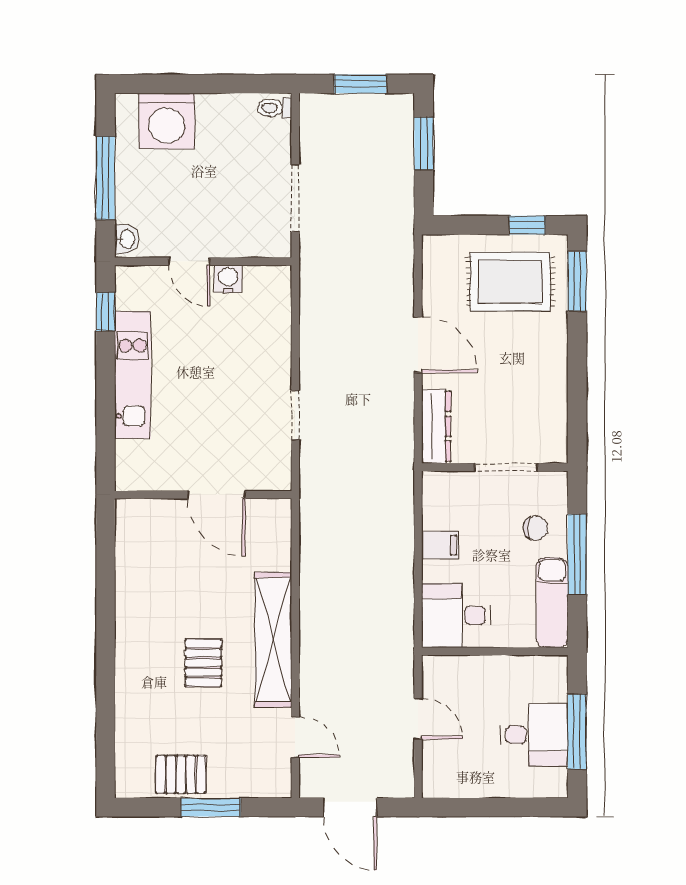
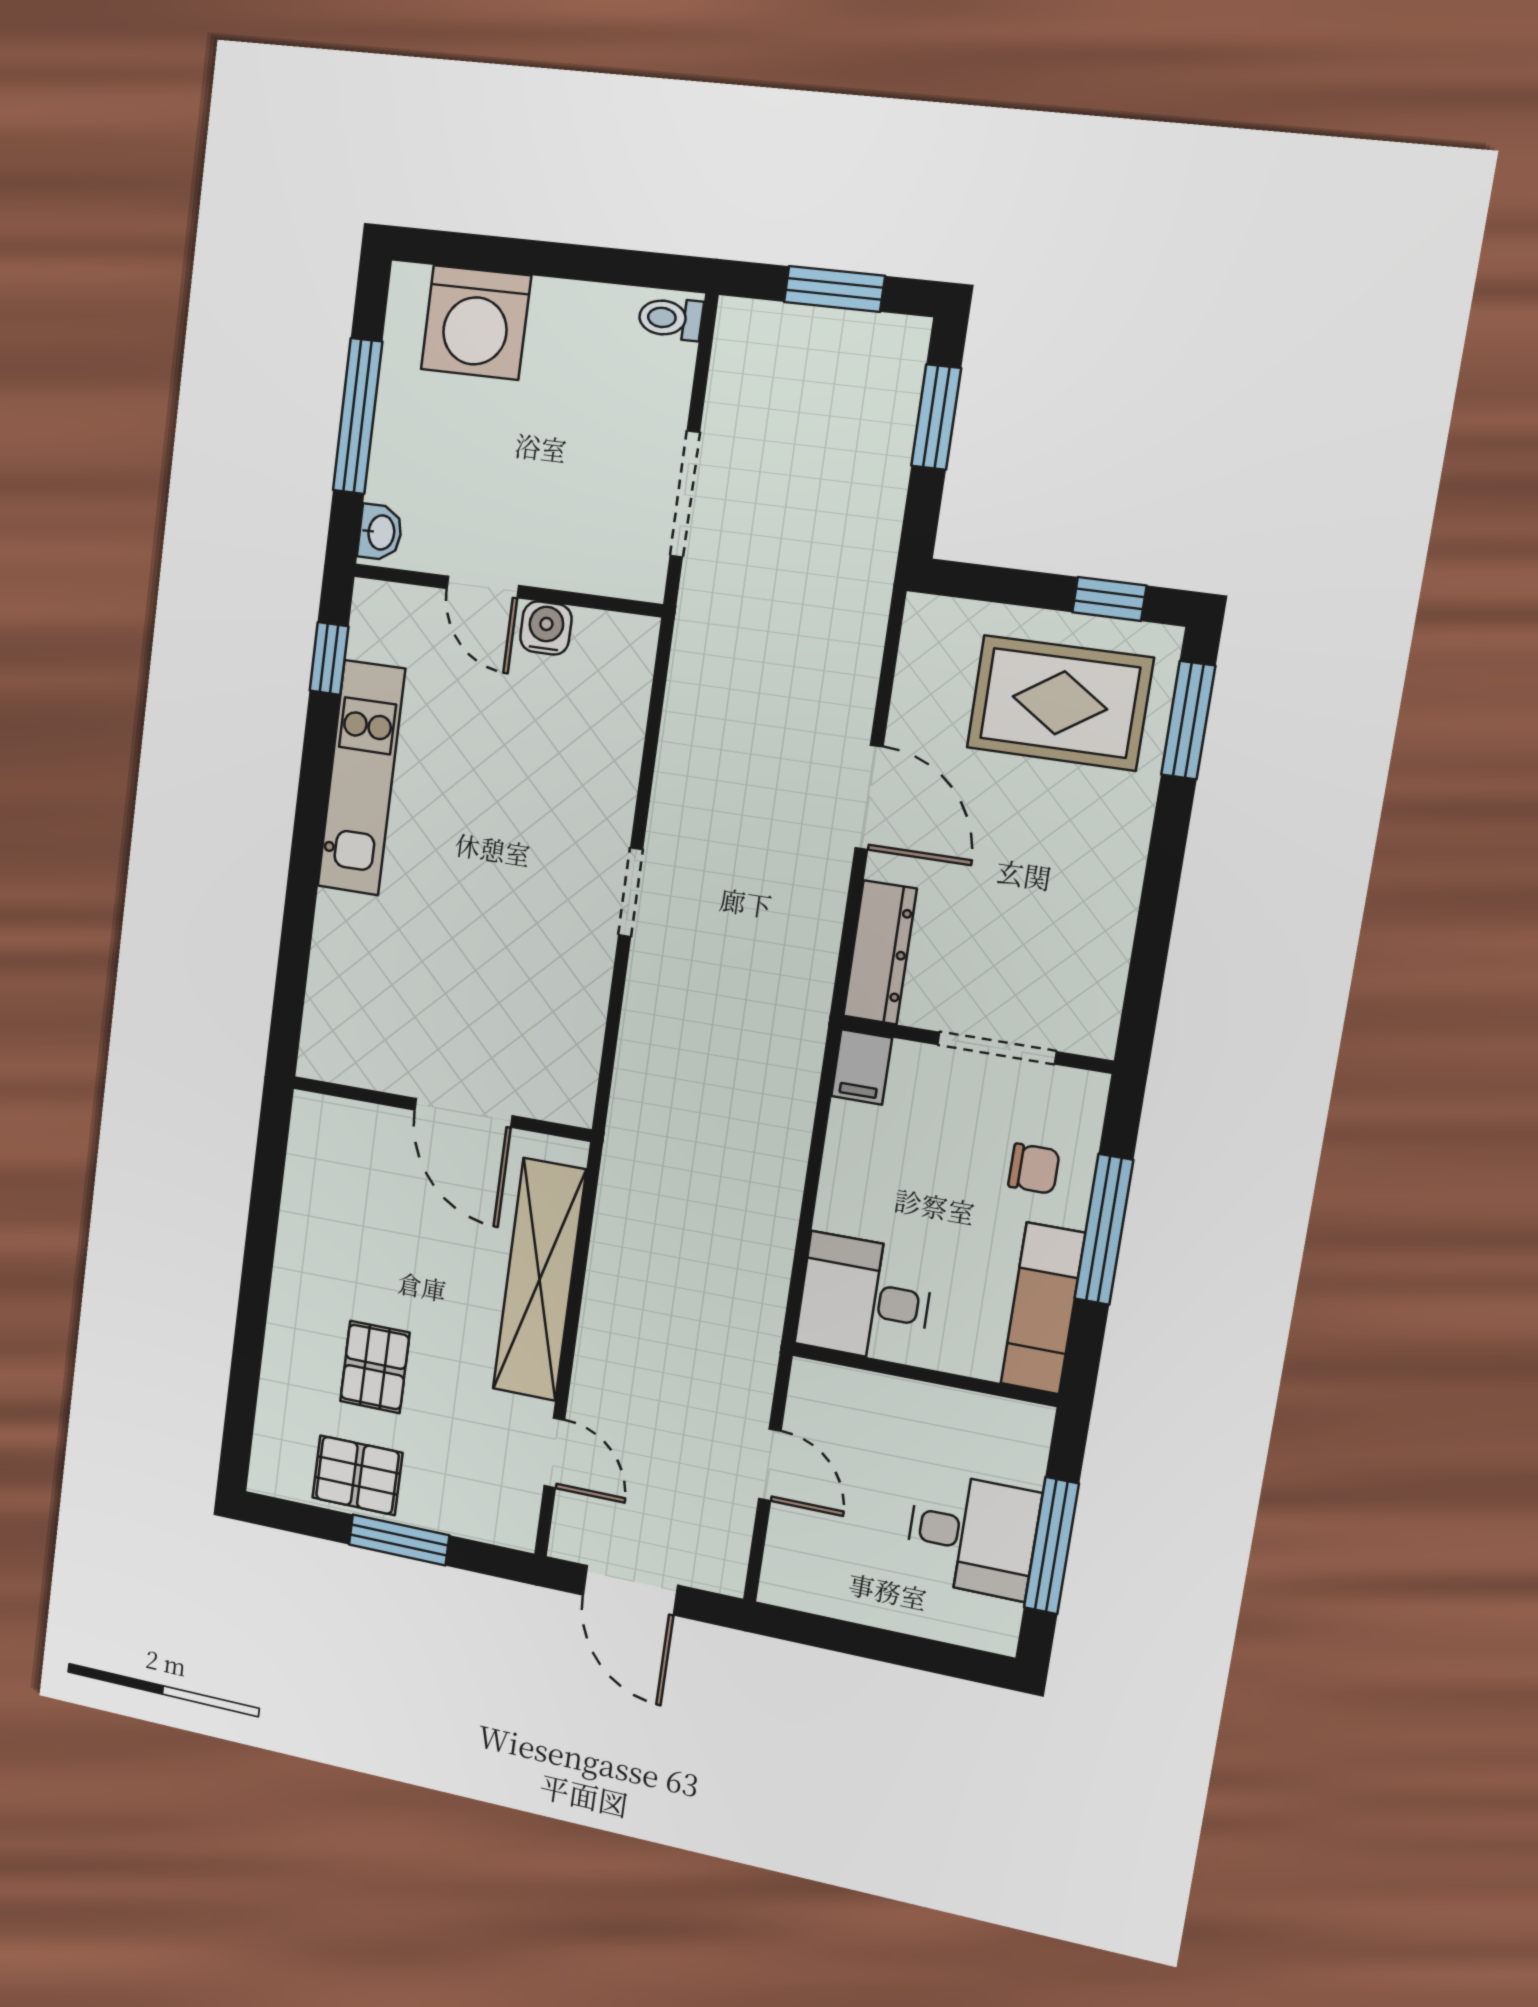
wall: (203, 495) -> (441, 1109), moved
door: (216, 495) -> (463, 1113), moved
filing cabinet: (440, 545) -> (862, 1067), moved, turned 90
pallet: (203, 663) -> (375, 1367), moved

